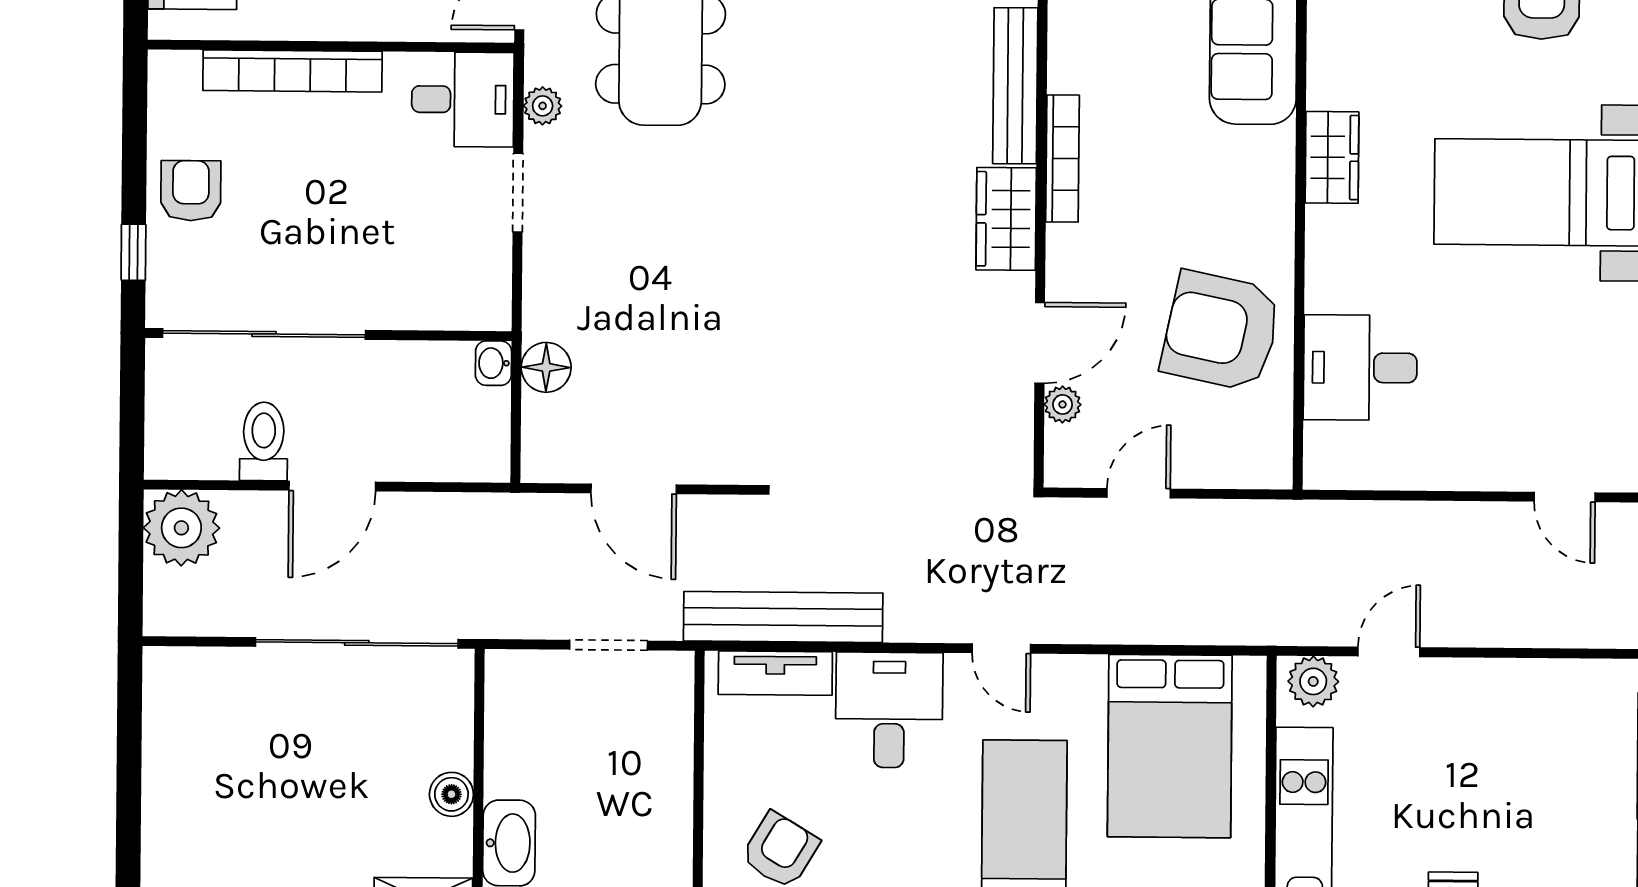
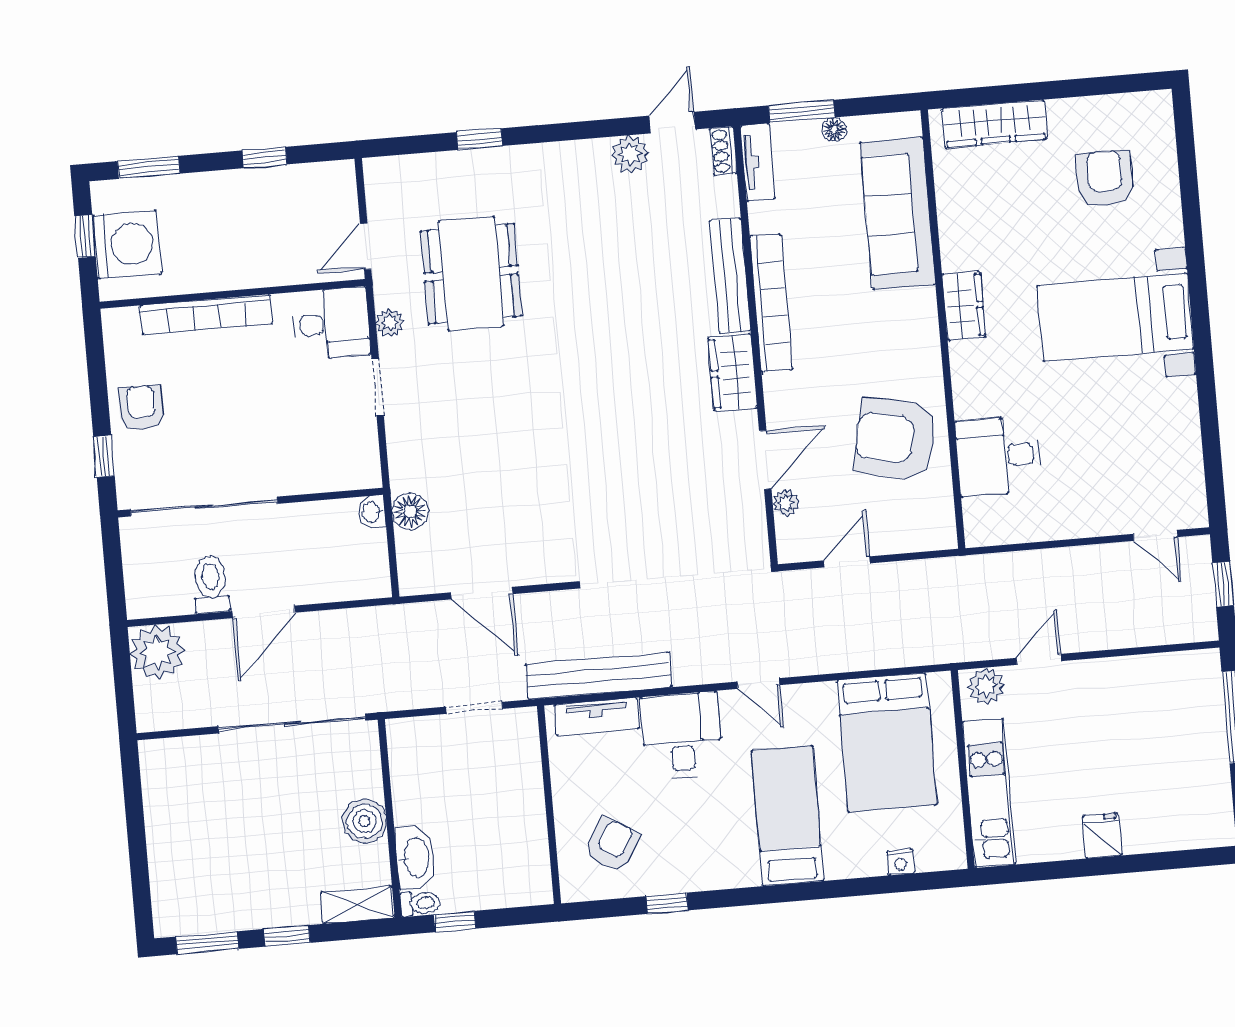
bookcase: (1062, 159) -> (771, 303), width x1.48, depth x1.31
boiler: (451, 794) -> (365, 821), width x1.36, depth x1.36

